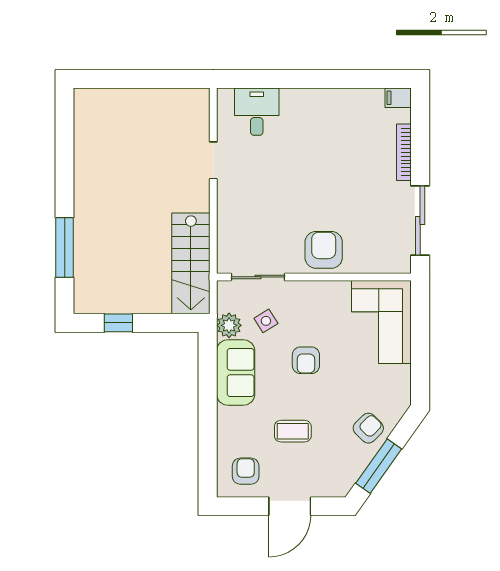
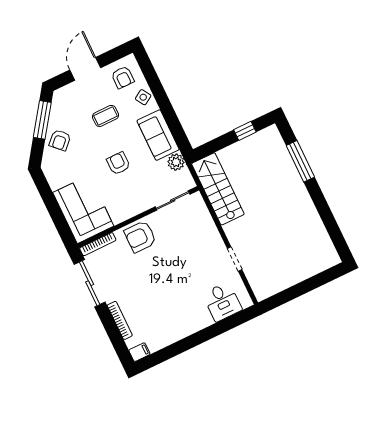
armchair: (324, 250) -> (140, 237), turned 90
bookcase: (384, 267) -> (98, 244), added
side table: (266, 321) -> (143, 97), moved

